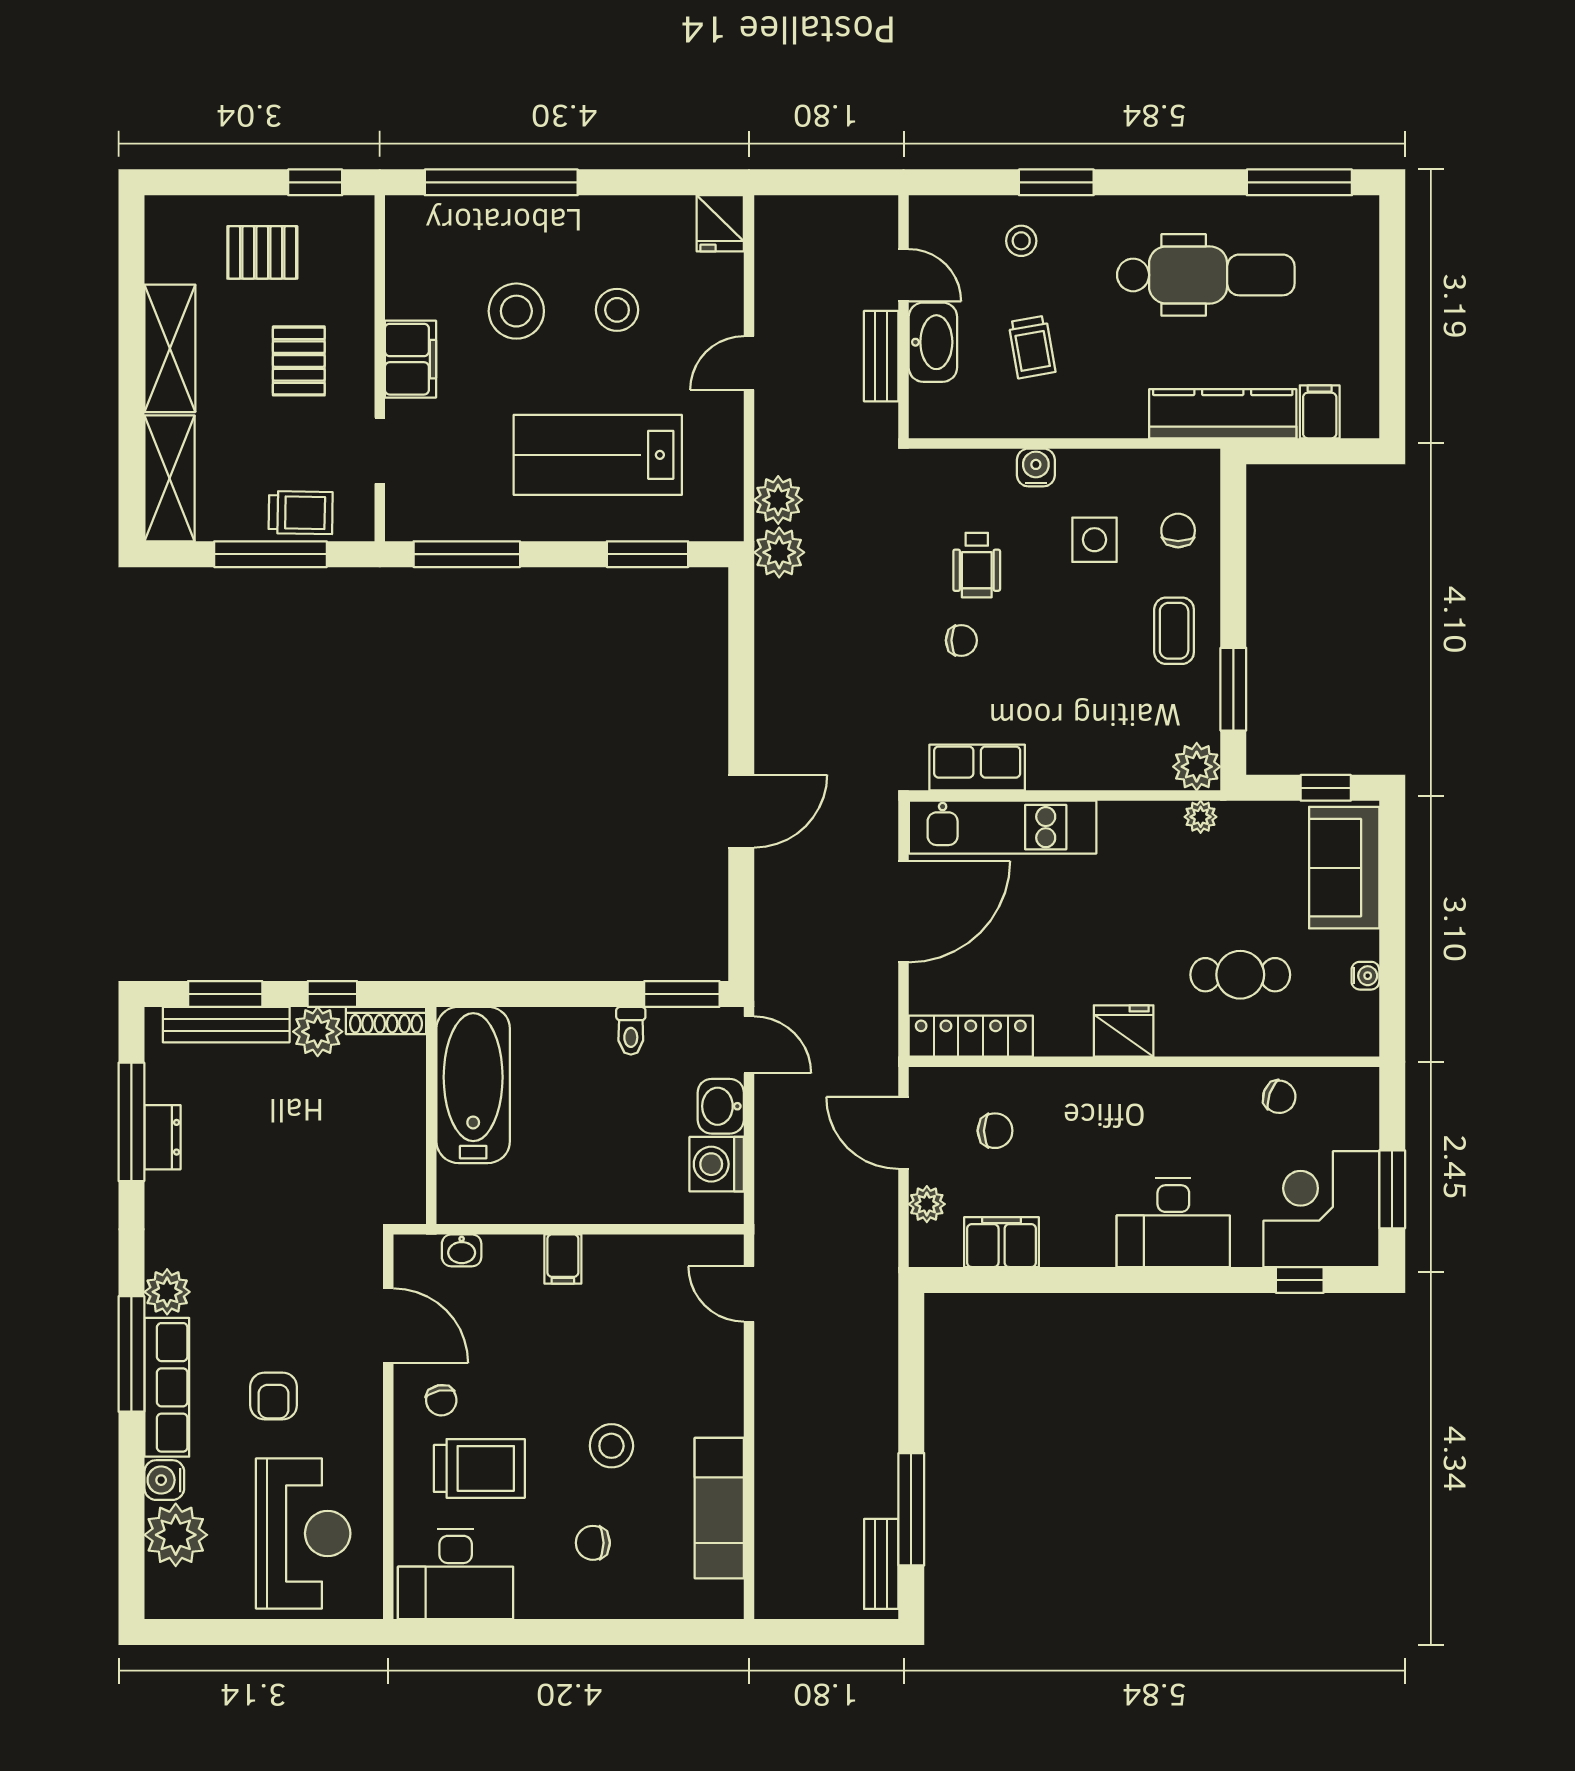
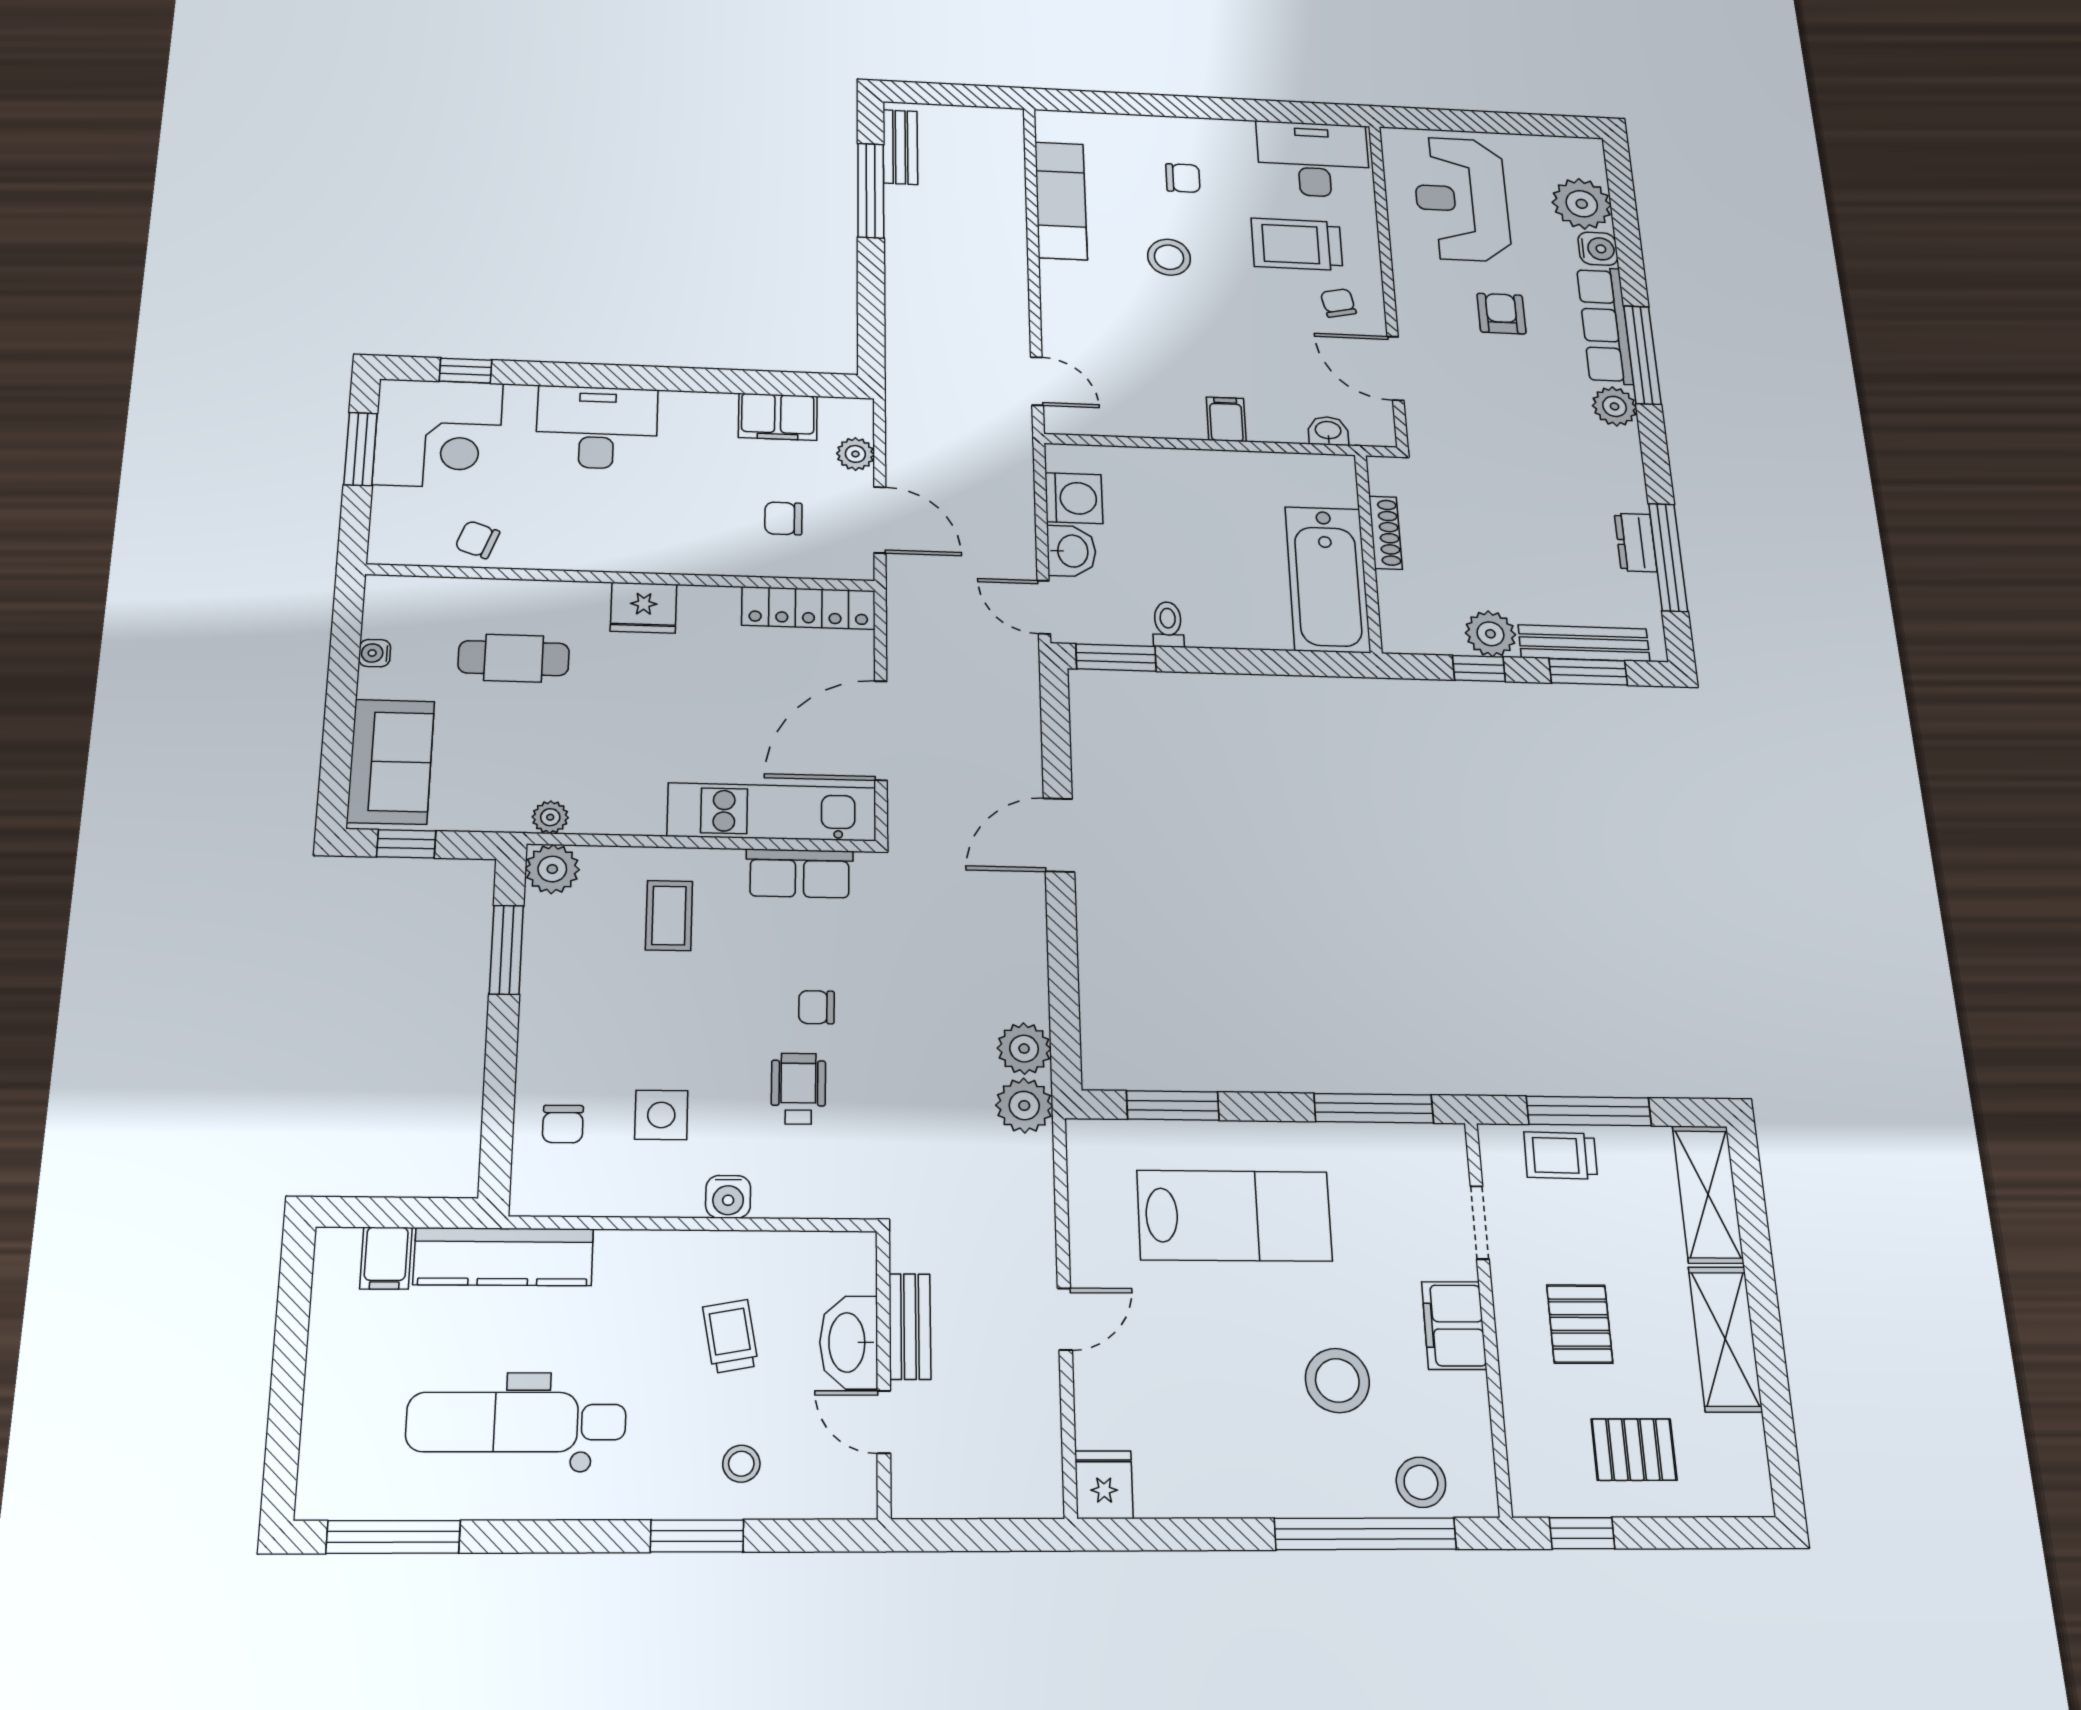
stool: (617, 310) -> (1421, 1482), moved
plant: (778, 500) -> (1024, 1049), moved
coffee table: (1174, 631) -> (669, 915), moved
shoe rack: (386, 1020) -> (1386, 533), moved, turned 90

